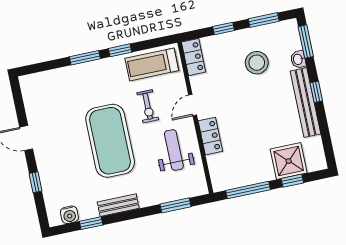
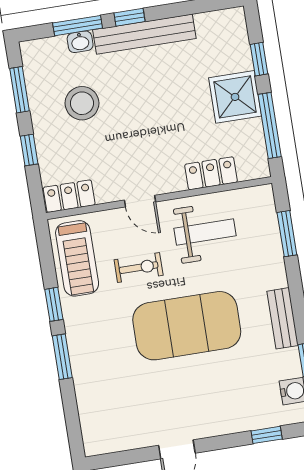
window: (306, 42) -> (78, 26), moved
locker: (210, 136) -> (211, 173), moved
weight bench: (174, 150) -> (205, 232), turned 180
shower: (289, 161) -> (235, 97), moved
window: (35, 182) -> (267, 435), moved

